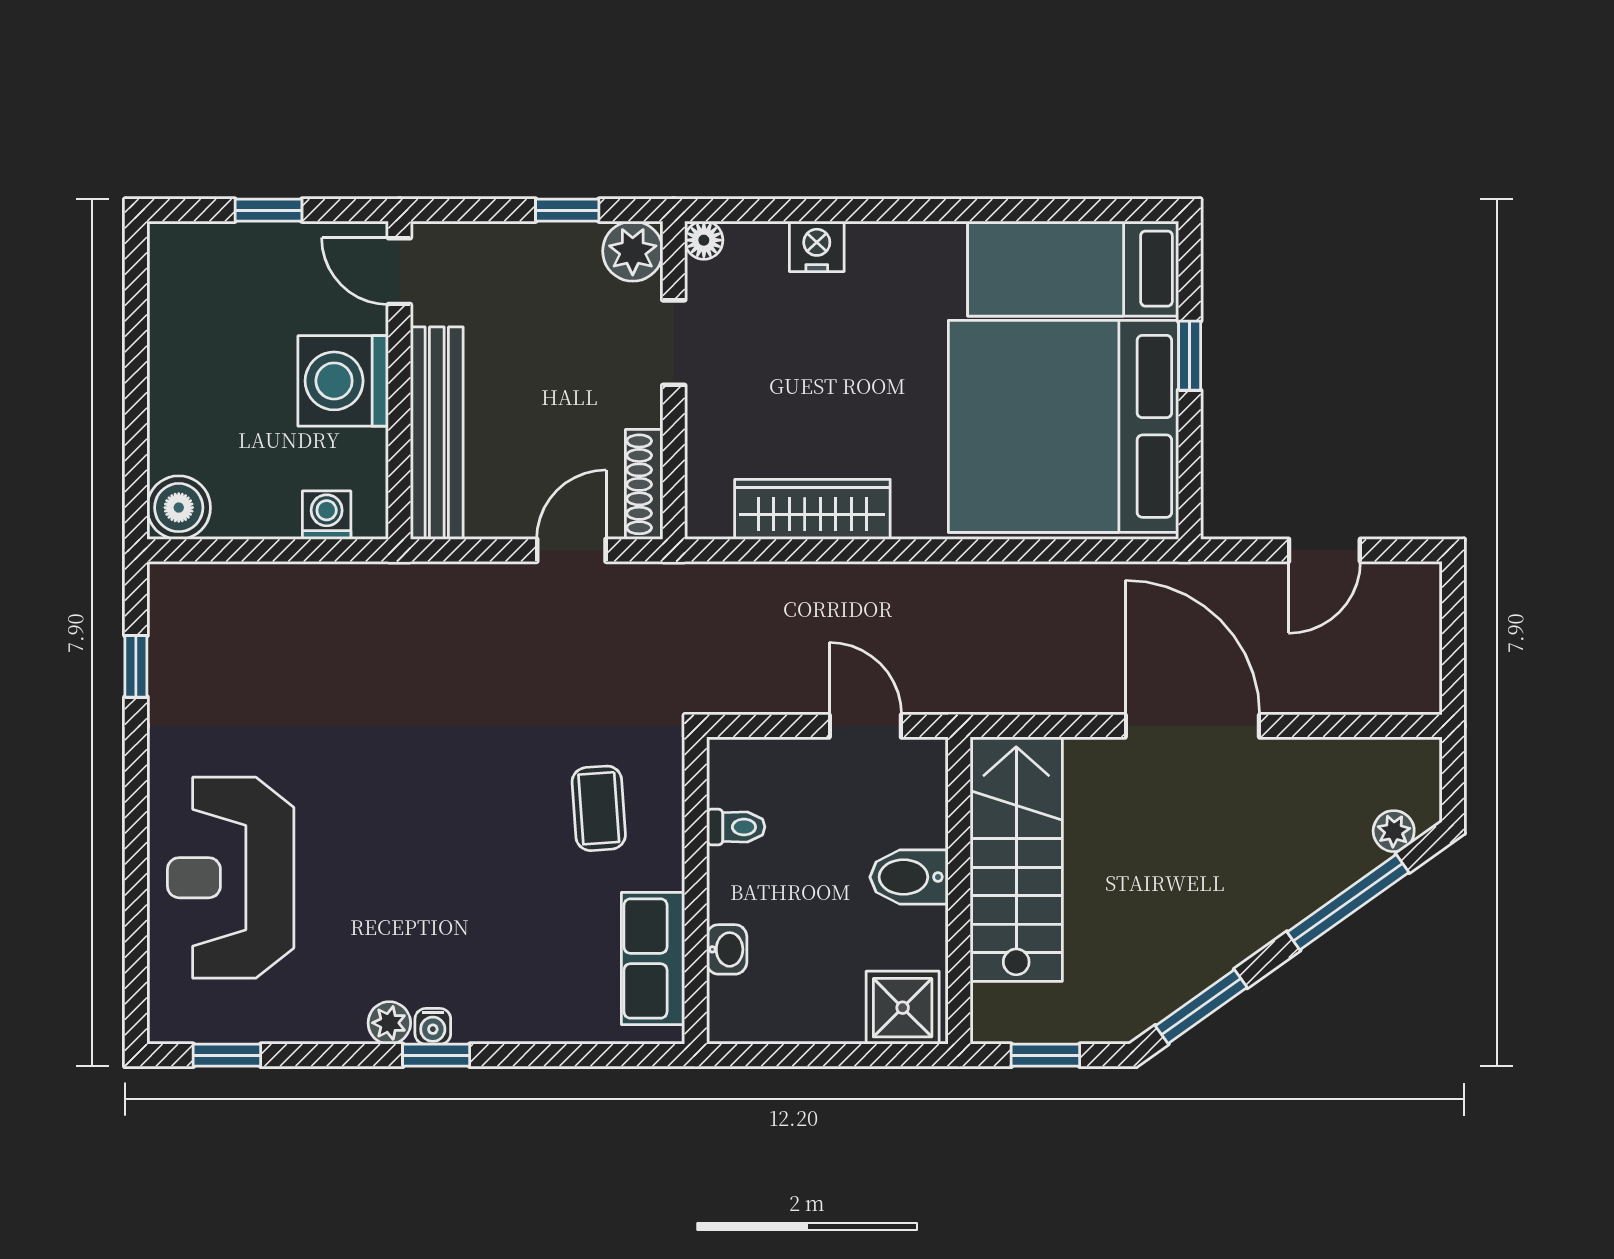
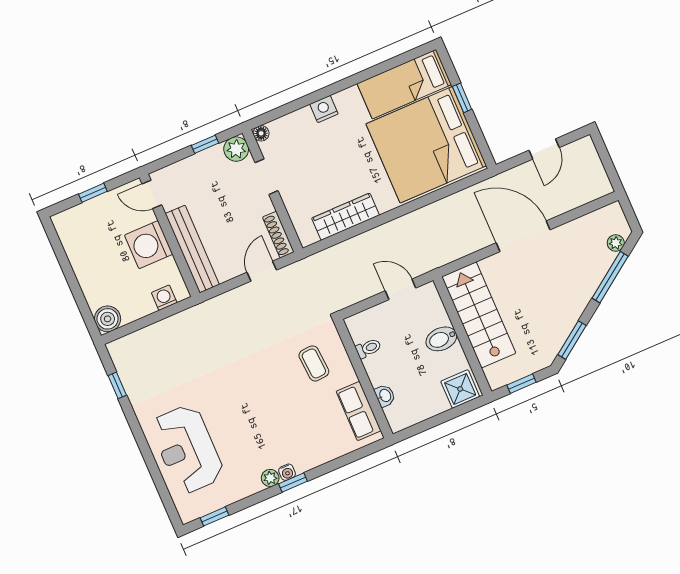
nightstand: (817, 246) -> (324, 109), moved

